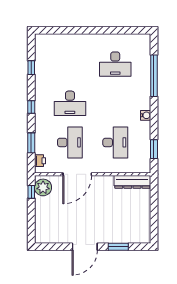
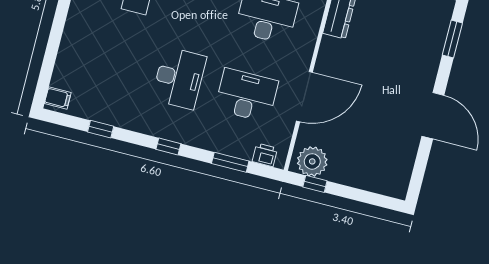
filing cabinet: (42, 40) -> (58, 98), added
door: (77, 174) -> (304, 97), hinge flipped
window: (118, 247) -> (452, 39), moved

